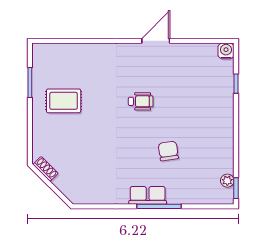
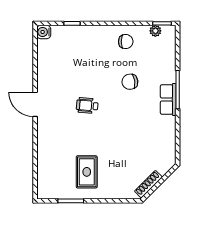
door: (156, 41) -> (35, 104), moved
wheelchair: (141, 101) -> (87, 106), turned -85
chair: (215, 146) -> (126, 42), added
shoe rack: (46, 169) -> (148, 184), width x1.43

